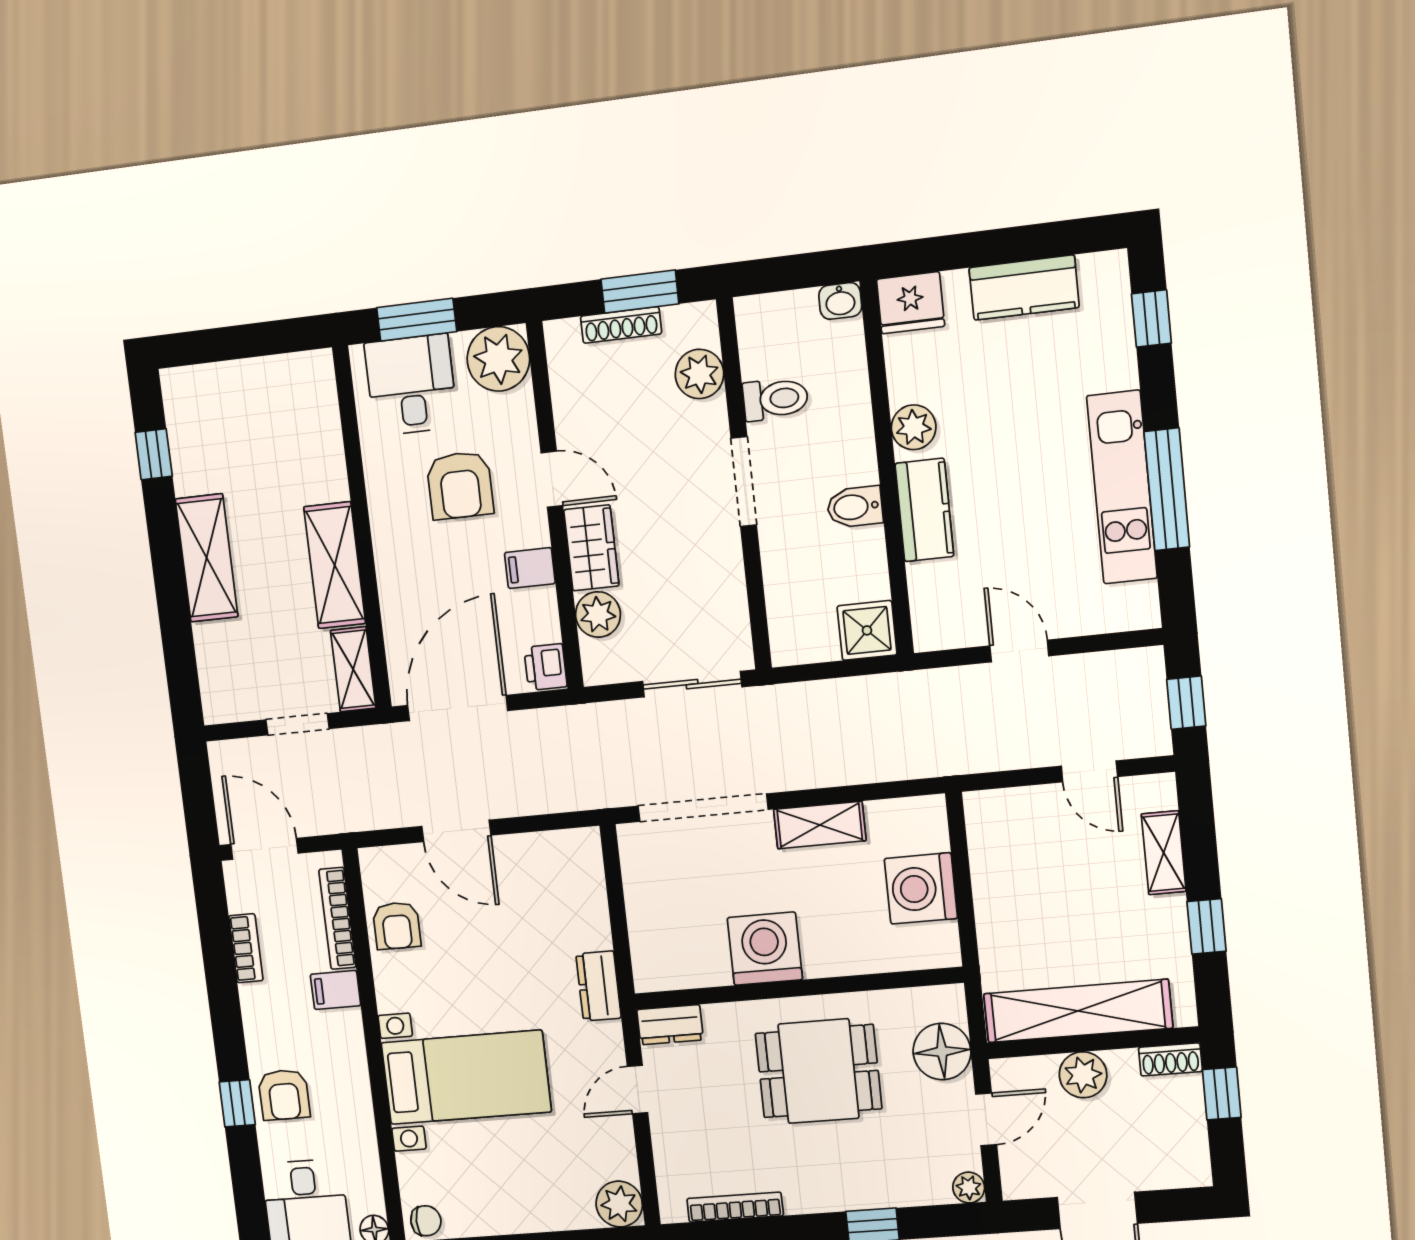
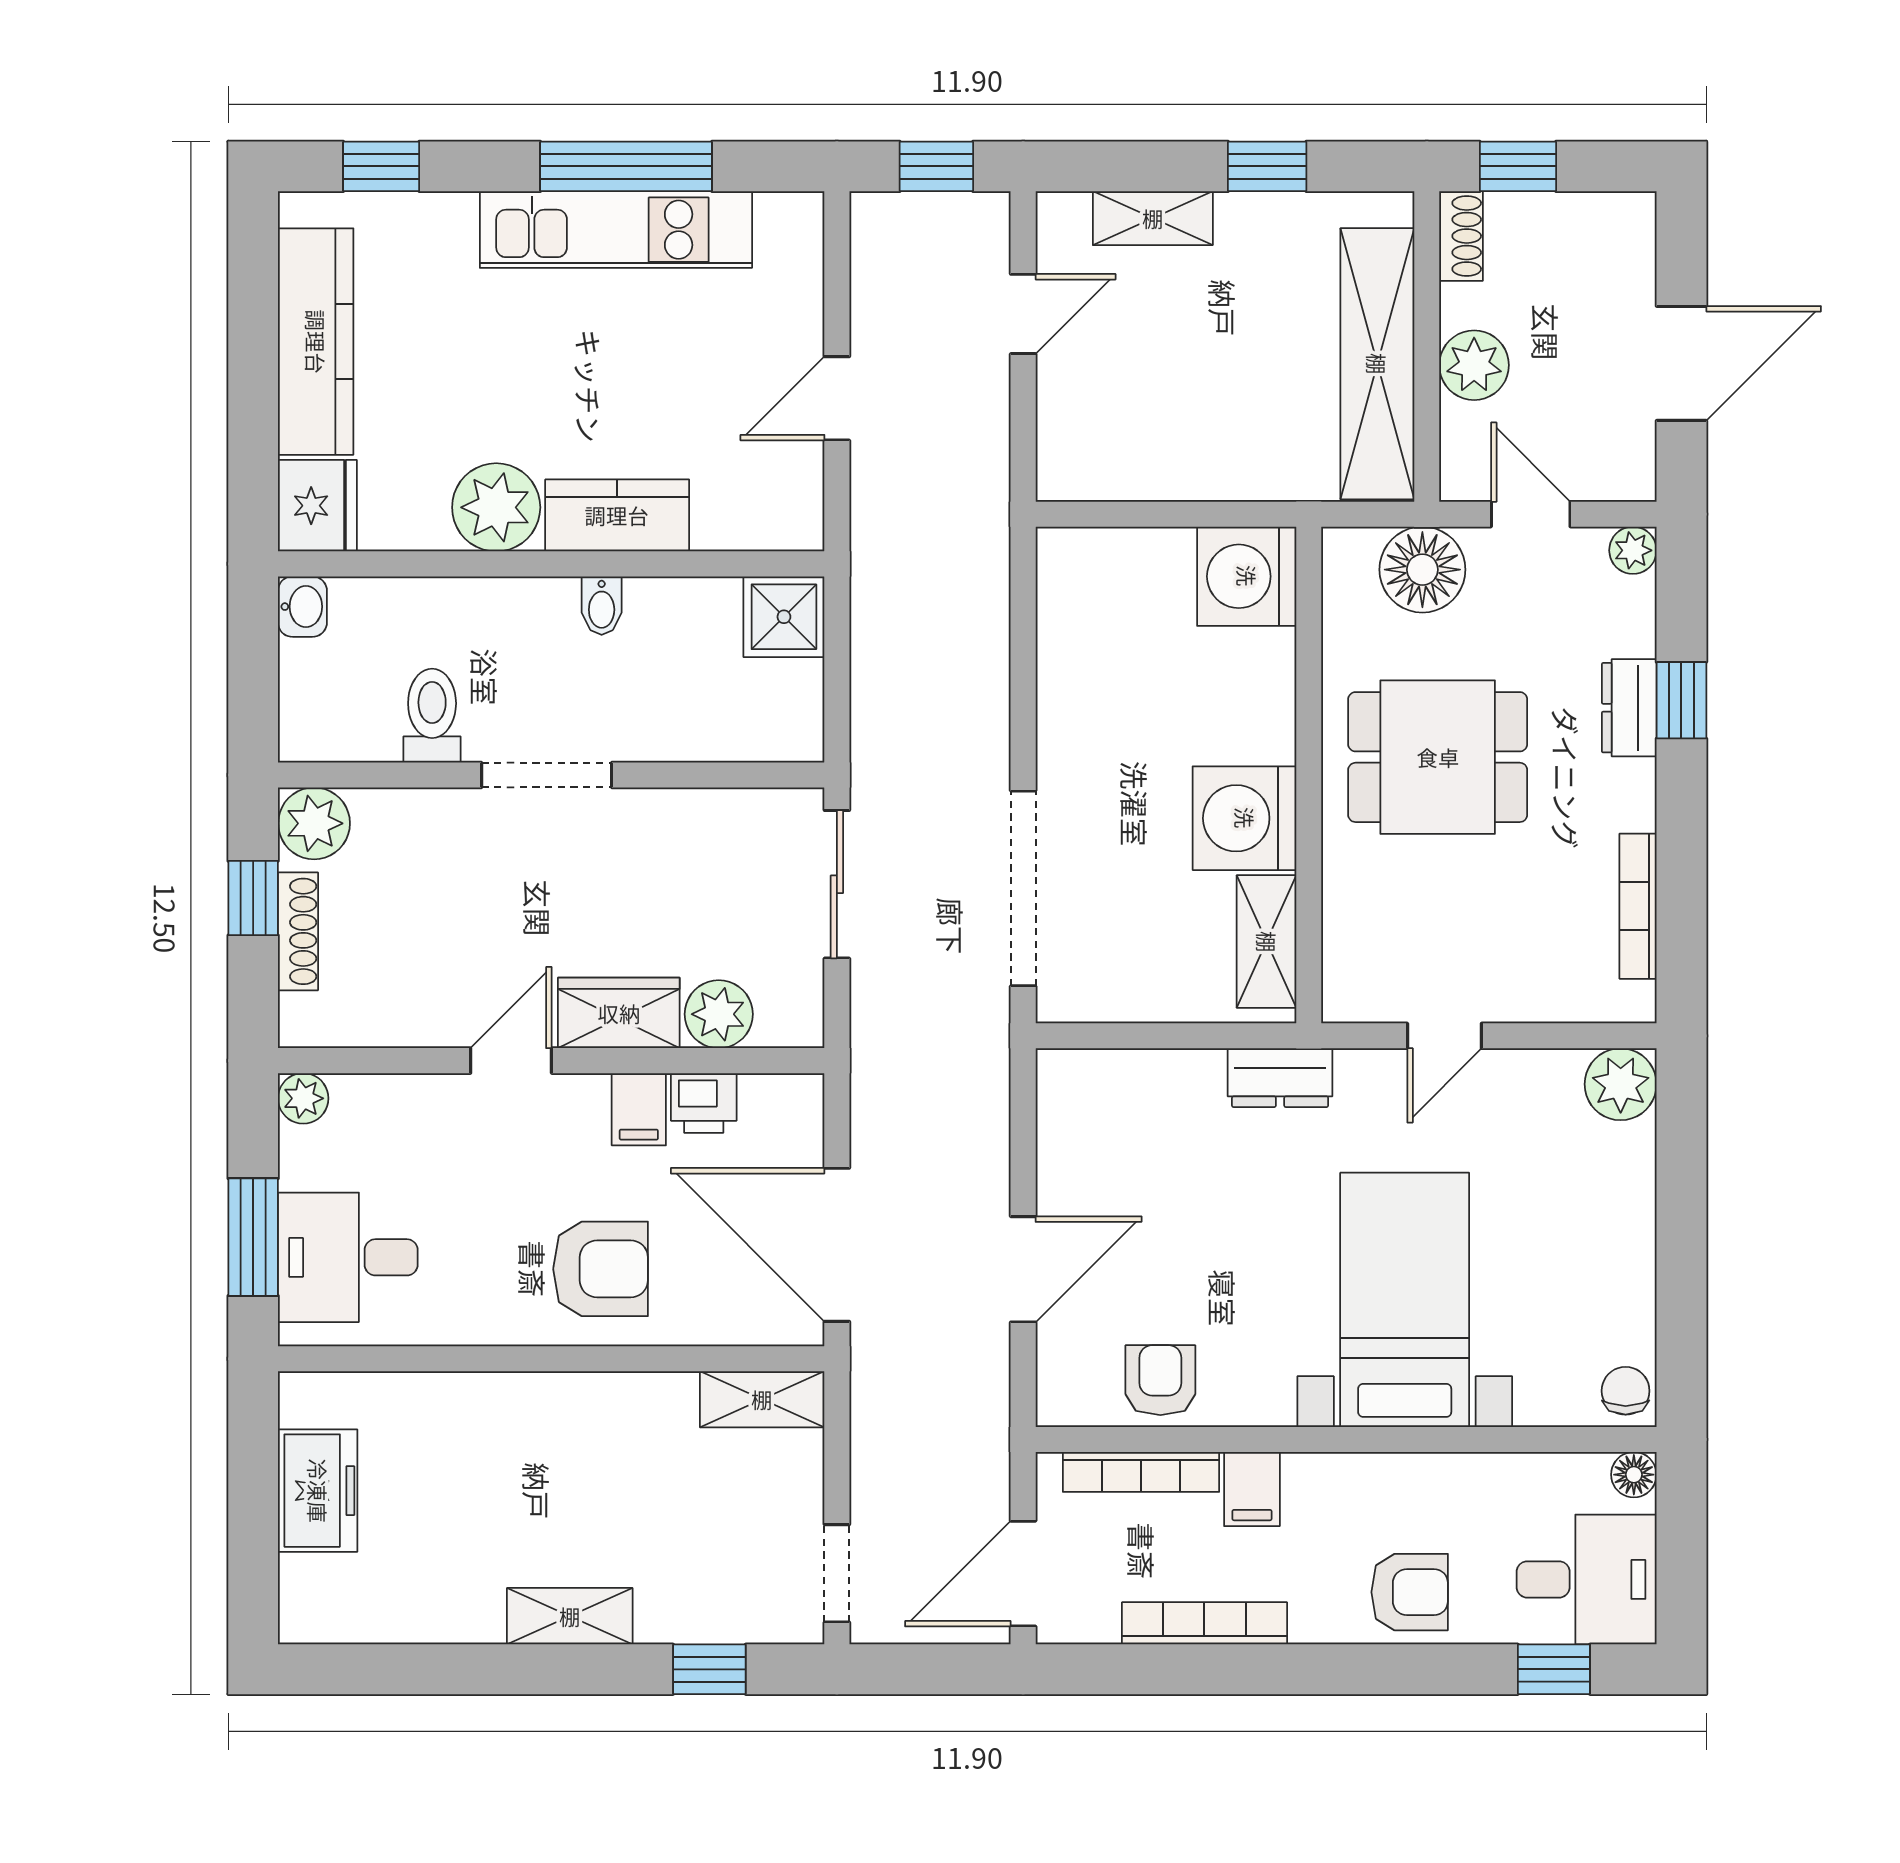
kitchen counter: (1024, 288) -> (316, 342), width x1.50
window: (640, 292) -> (253, 898), width x0.67
plant: (498, 359) -> (303, 1098), width x0.53, depth x0.53
plant: (699, 374) -> (314, 823), moved
freezer: (259, 383) -> (318, 1491), added
plant: (914, 427) -> (496, 507), width x1.36, depth x1.36
window: (154, 454) -> (709, 1669), moved
armchair: (460, 485) -> (601, 1269), moved
bidet: (855, 507) -> (602, 606), width x0.72, depth x0.74
shelving: (207, 558) -> (570, 1616), width x0.67, depth x0.75
shelving: (335, 565) -> (602, 1408), removed
printer: (545, 667) -> (704, 1103), moved
doorway: (297, 724) -> (837, 1573), moved
shelving: (820, 825) -> (1267, 942), moved
washing machine: (921, 888) -> (1247, 576), moved, turned 90
armchair: (397, 926) -> (1160, 1380), turned -90
bookcase: (246, 948) -> (1204, 1623), width x1.56
dresser: (670, 1025) -> (1629, 708), moved, turned 180
dining table: (819, 1071) -> (1438, 757), turned 90
door: (637, 1089) -> (1444, 1036), hinge flipped
window: (237, 1103) -> (1554, 1669), moved

